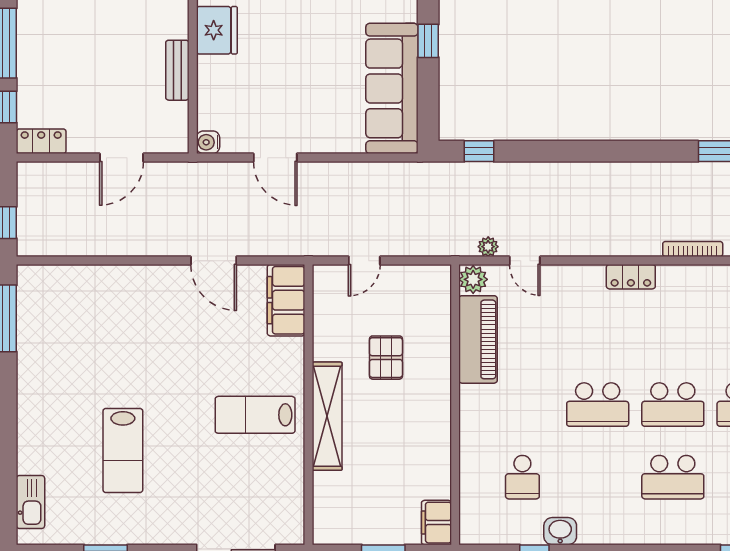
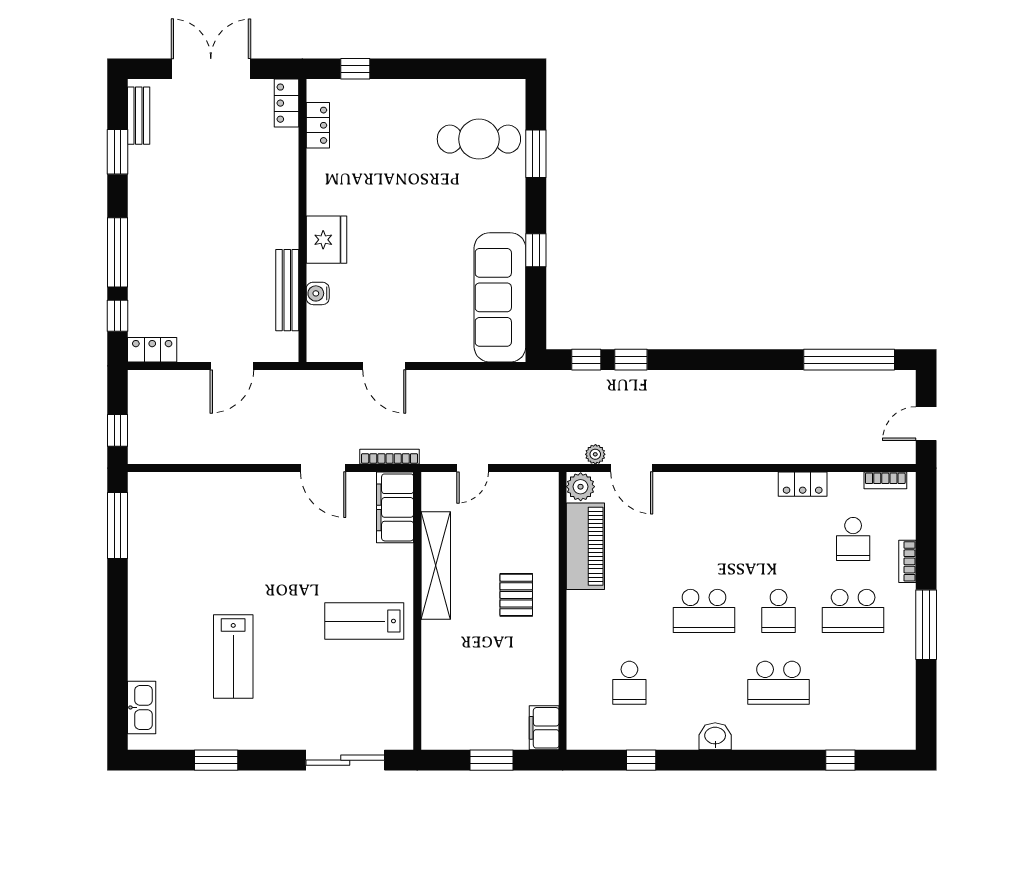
bench: (177, 70) -> (287, 290), width x1.36
water cooler: (208, 142) -> (318, 293), moved
window: (524, 151) -> (631, 360), added
bookcase: (693, 249) -> (390, 457), moved
door: (525, 261) -> (632, 468), width x1.38
locker: (631, 277) -> (803, 484), moved
pallet: (386, 358) -> (516, 595), moved
school desk: (673, 405) -> (779, 611), width x0.54
shelving: (327, 416) -> (436, 566), moved
washbasin: (560, 531) -> (715, 736), moved

